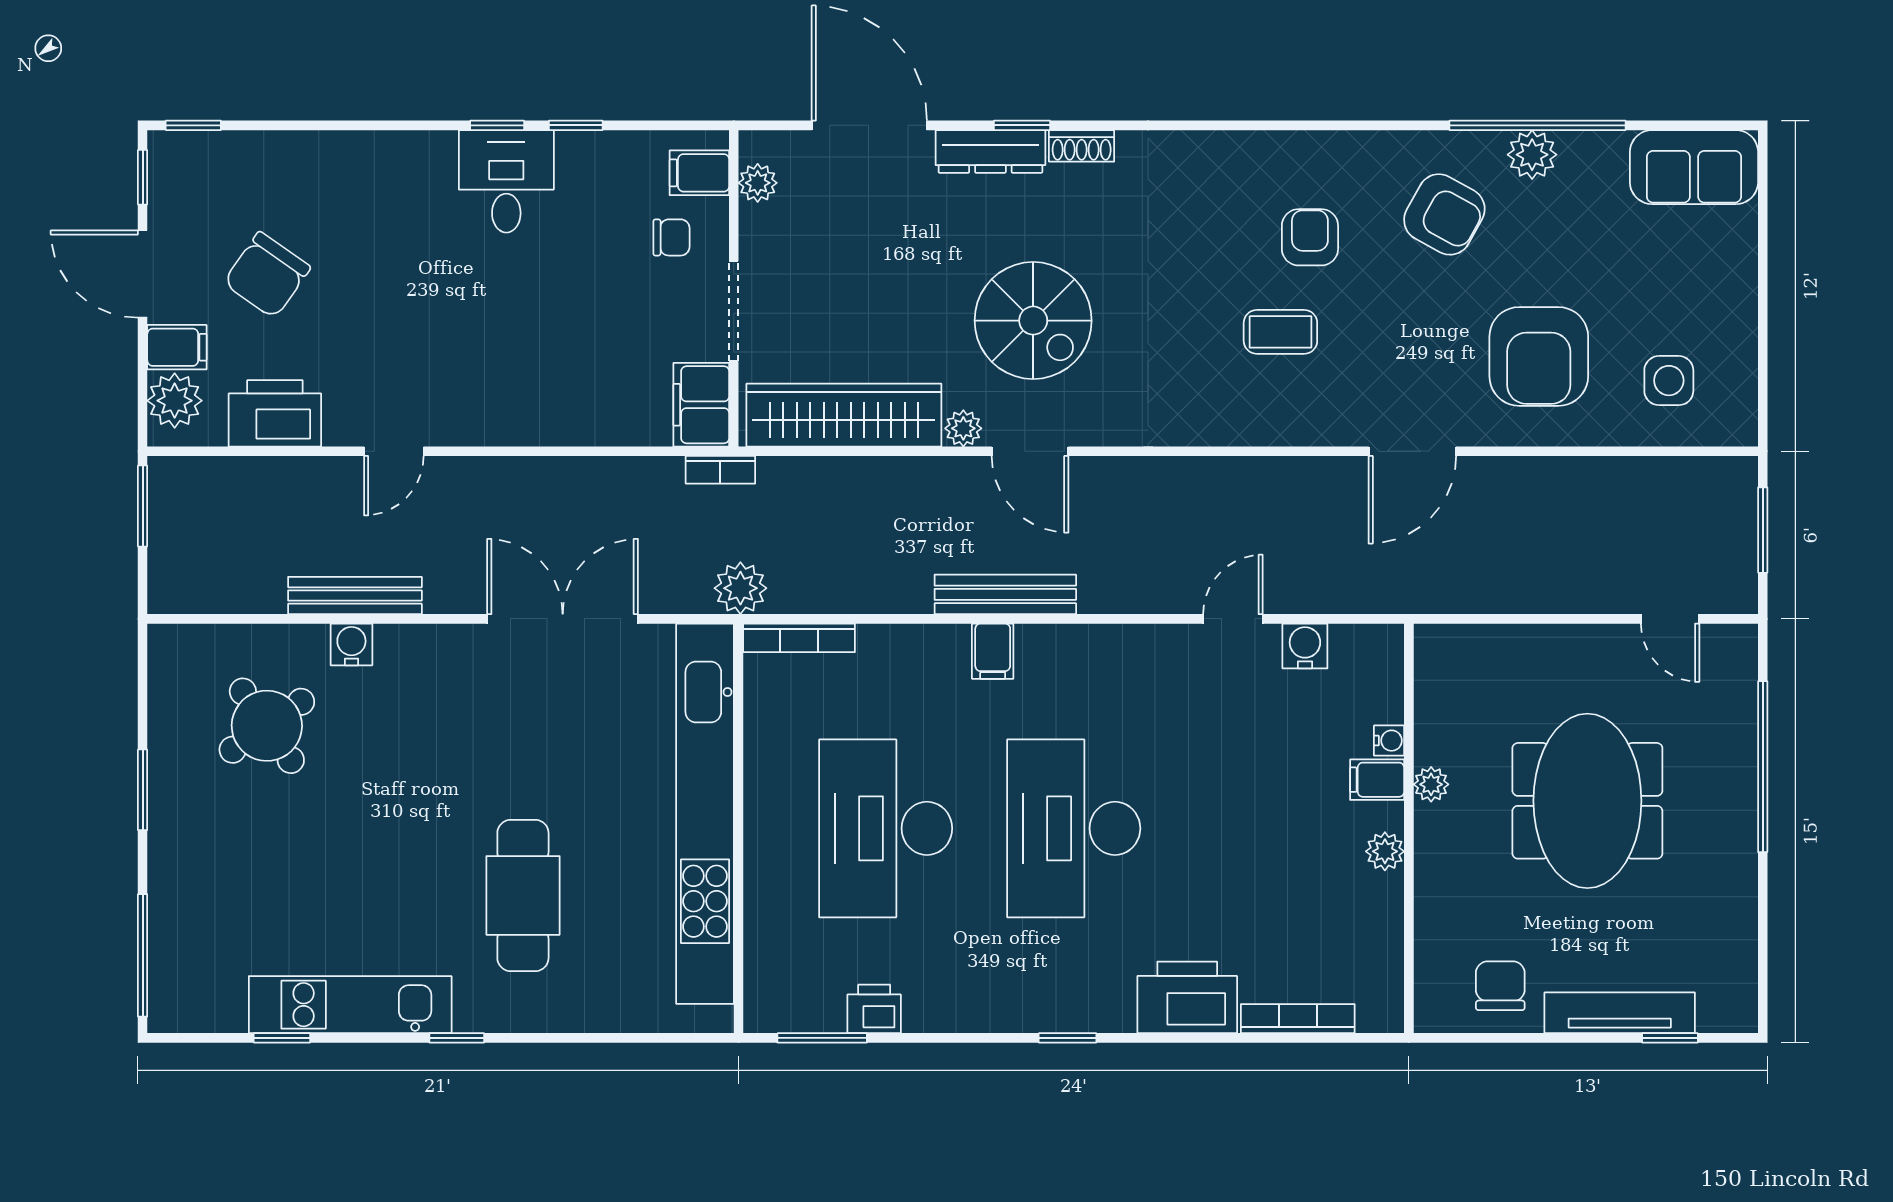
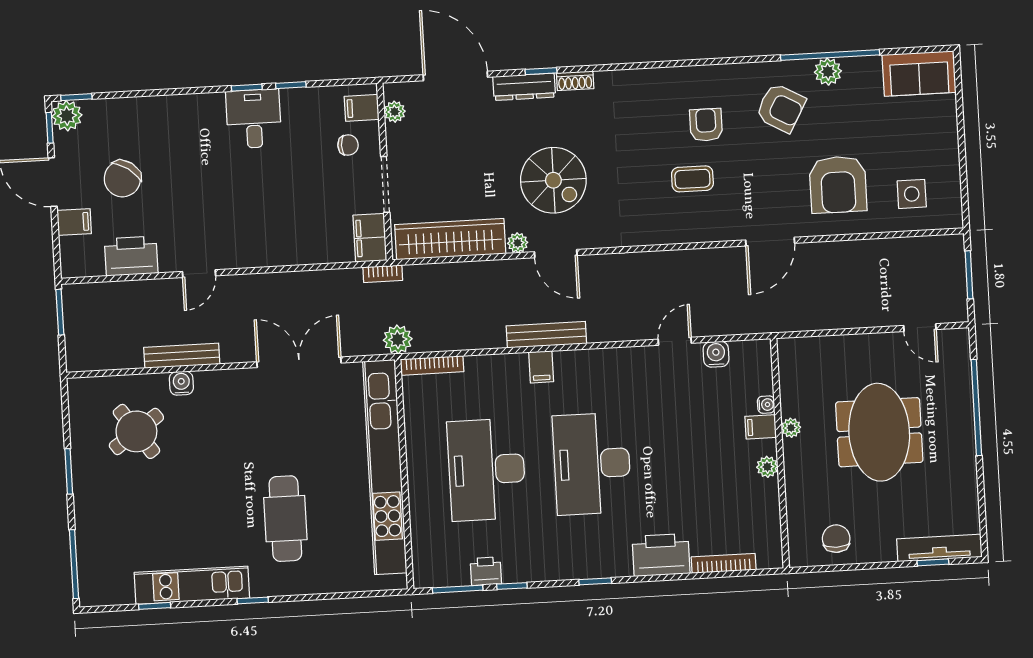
plant: (175, 401) -> (67, 116), moved
tv unit: (1620, 1013) -> (939, 548), moved
window: (919, 1038) -> (512, 586), added

